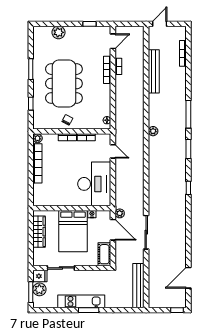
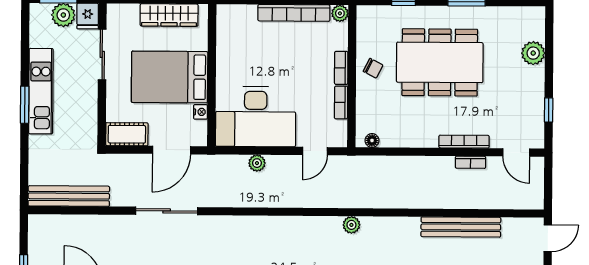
door: (160, 24) -> (548, 238), hinge flipped
plant: (120, 213) -> (257, 163), moved

